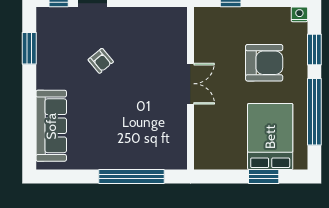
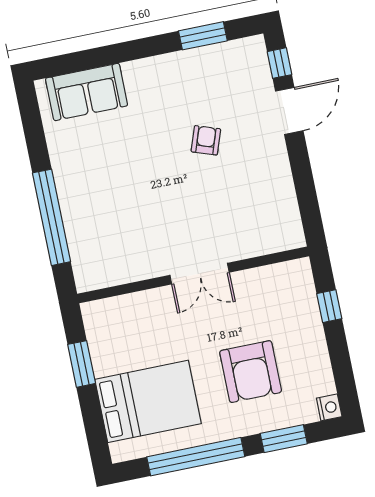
armchair: (101, 61) -> (206, 140), turned 149
sofa: (51, 126) -> (87, 92), width x0.73
window: (264, 177) -> (82, 364), moved

